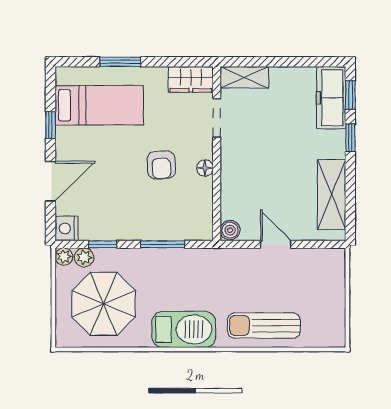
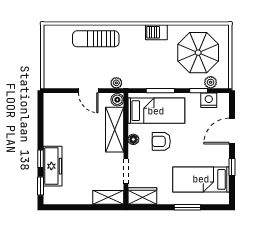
freezer: (331, 98) -> (53, 166), moved
armchair: (161, 165) -> (161, 141), turned -87
shelving: (332, 195) -> (115, 130), moved
bed: (169, 213) -> (156, 111), added
nightstand: (67, 228) -> (209, 100), moved, turned -90
plant: (64, 257) -> (116, 83), moved
sun lounger: (264, 325) -> (96, 39), turned 180
barbecue: (184, 329) -> (156, 32), width x0.53, depth x0.65

